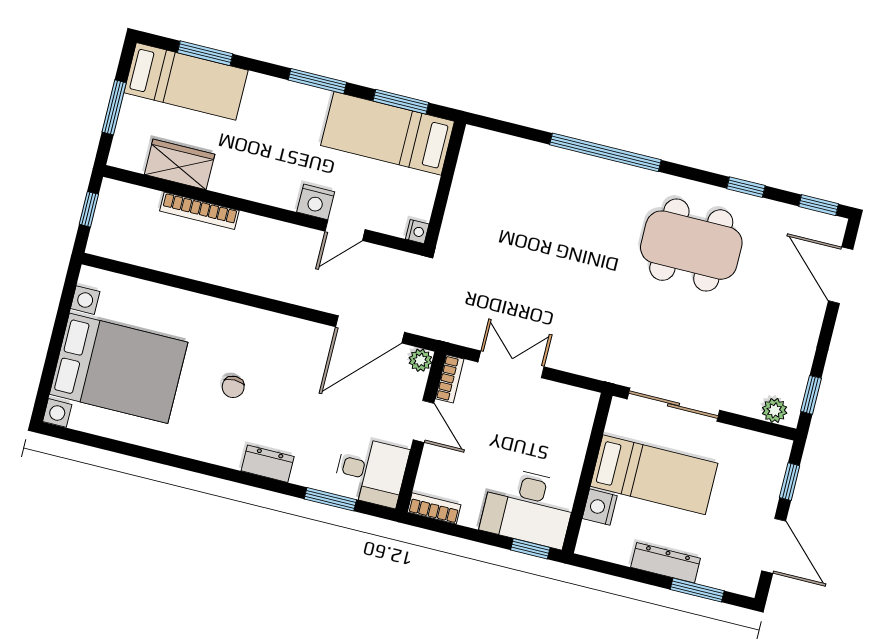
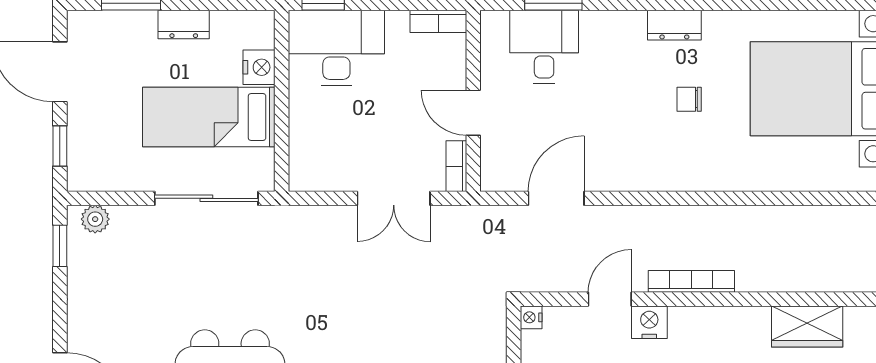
bookcase: (199, 211) -> (691, 281), moved
door: (370, 329) -> (556, 198), width x0.73
plant: (420, 360) -> (493, 179), removed
chair: (233, 387) -> (689, 99), turned -90
dresser: (268, 464) -> (674, 25), moved
desk: (371, 472) -> (544, 47), moved, turned 90
dresser: (666, 563) -> (184, 24), width x0.70

